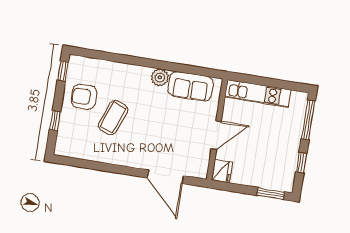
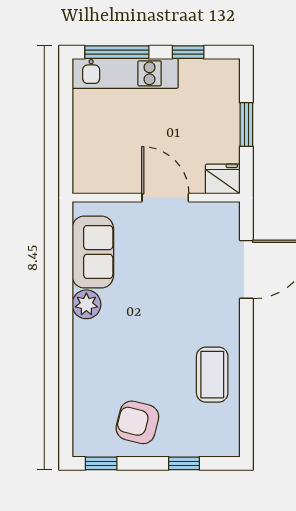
kitchen unit: (258, 93) -> (125, 73), moved, turned 90
armchair: (84, 97) -> (137, 422), turned 104
coffee table: (113, 118) -> (212, 375), moved, turned 69
window: (271, 194) -> (246, 124), moved

